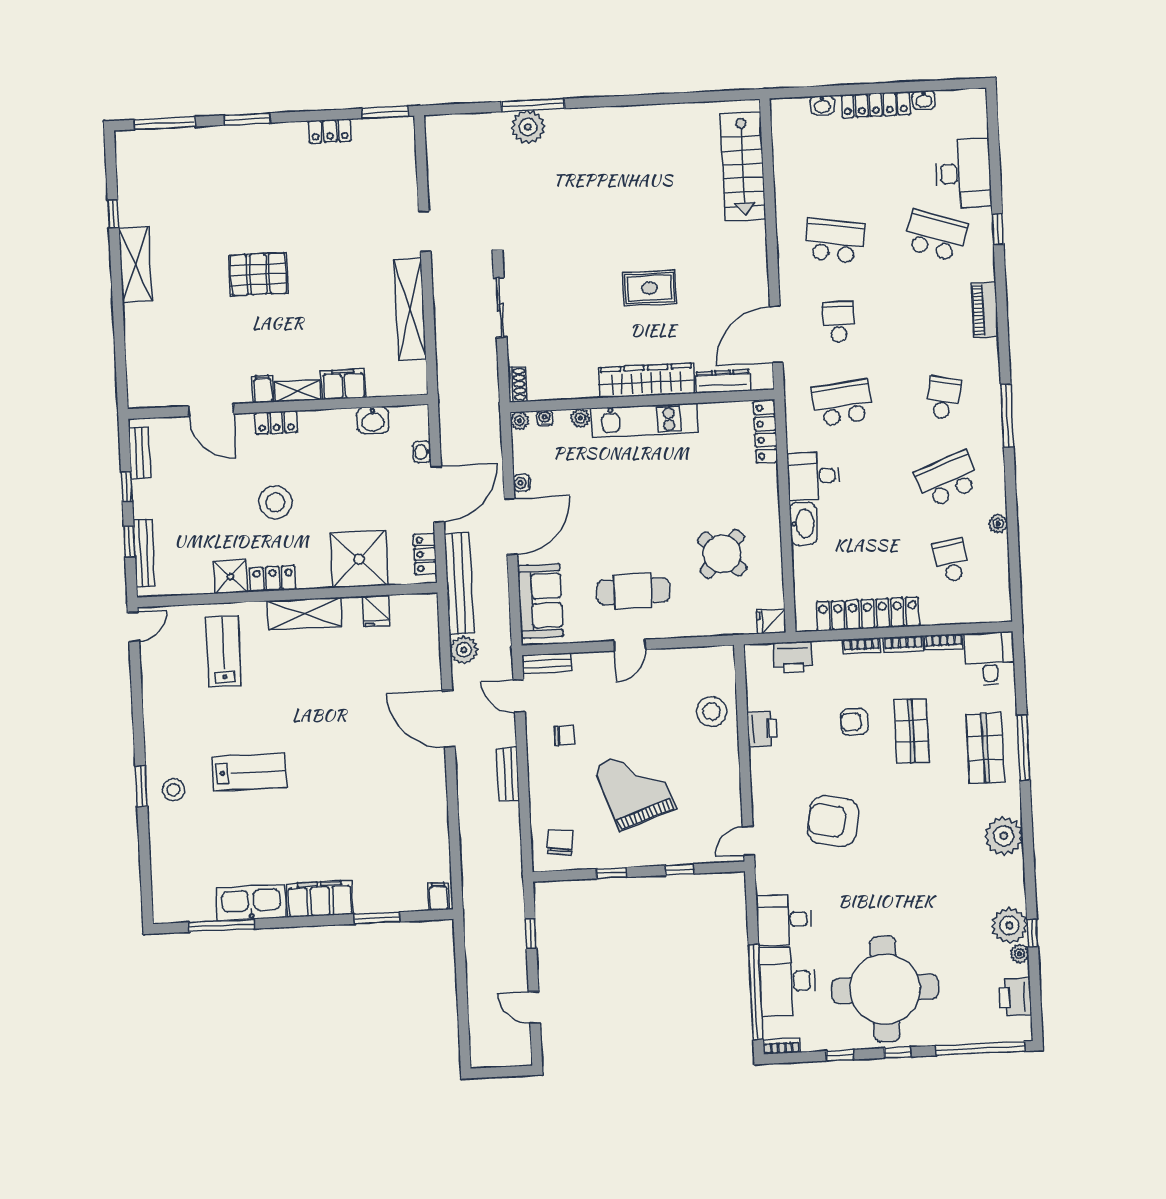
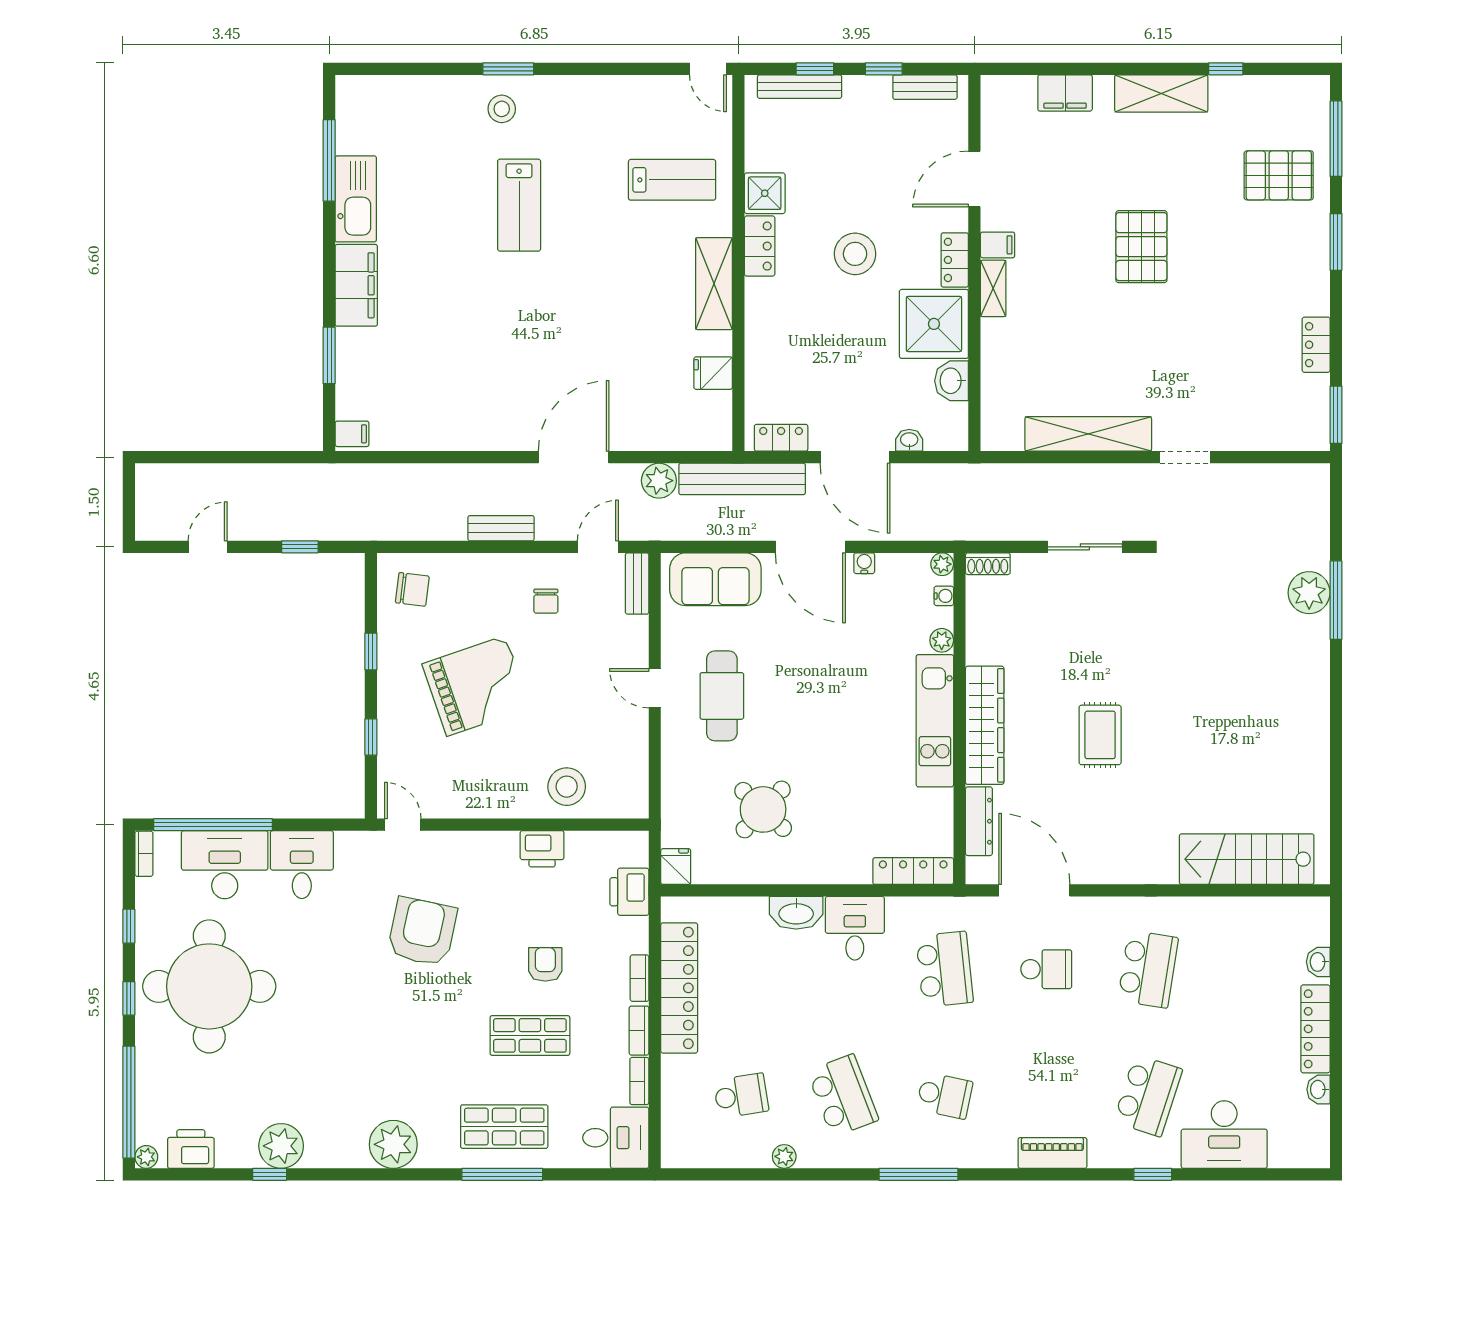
pallet: (196, 167) -> (1279, 175), added
filing cabinet: (344, 384) -> (1065, 93), moved, turned 90
shower: (359, 559) -> (934, 324), moved
plant: (1020, 954) -> (146, 1157), moved

